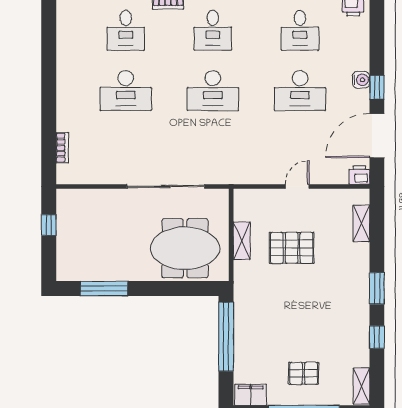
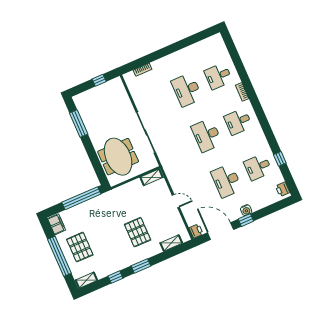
shelving: (242, 241) -> (152, 177), moved
pallet: (292, 248) -> (138, 232), moved
pallet: (304, 373) -> (80, 247), width x1.50, depth x1.42

